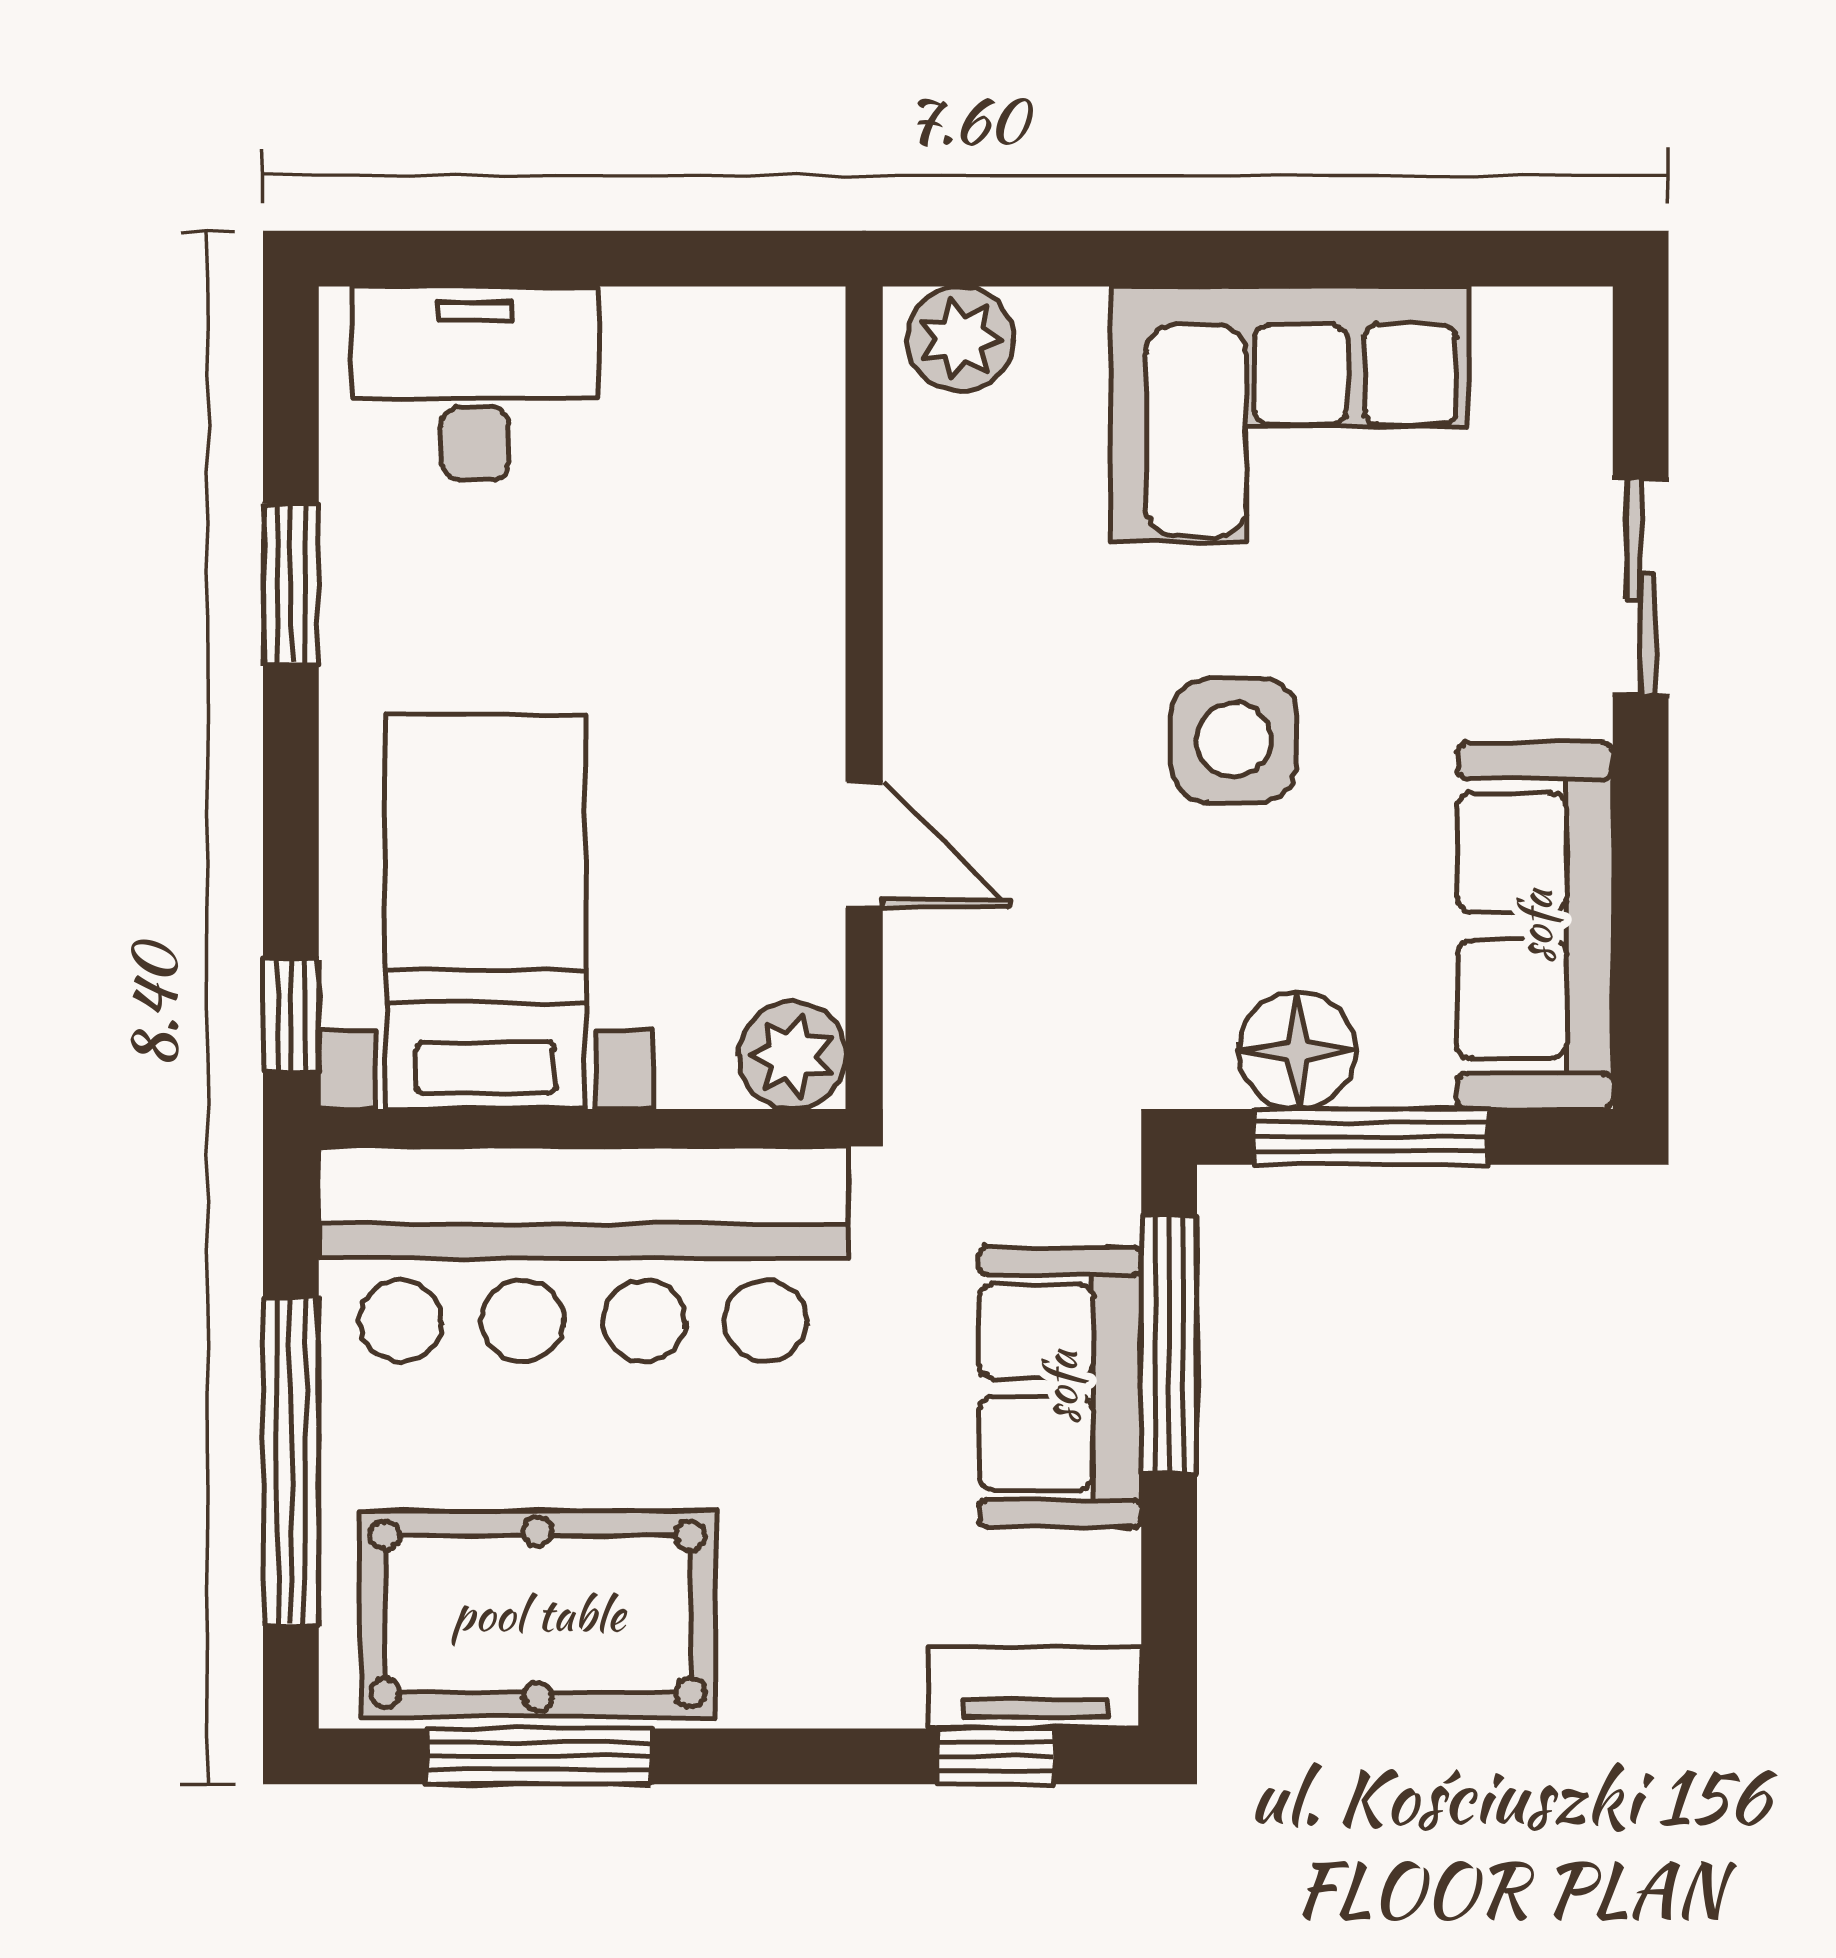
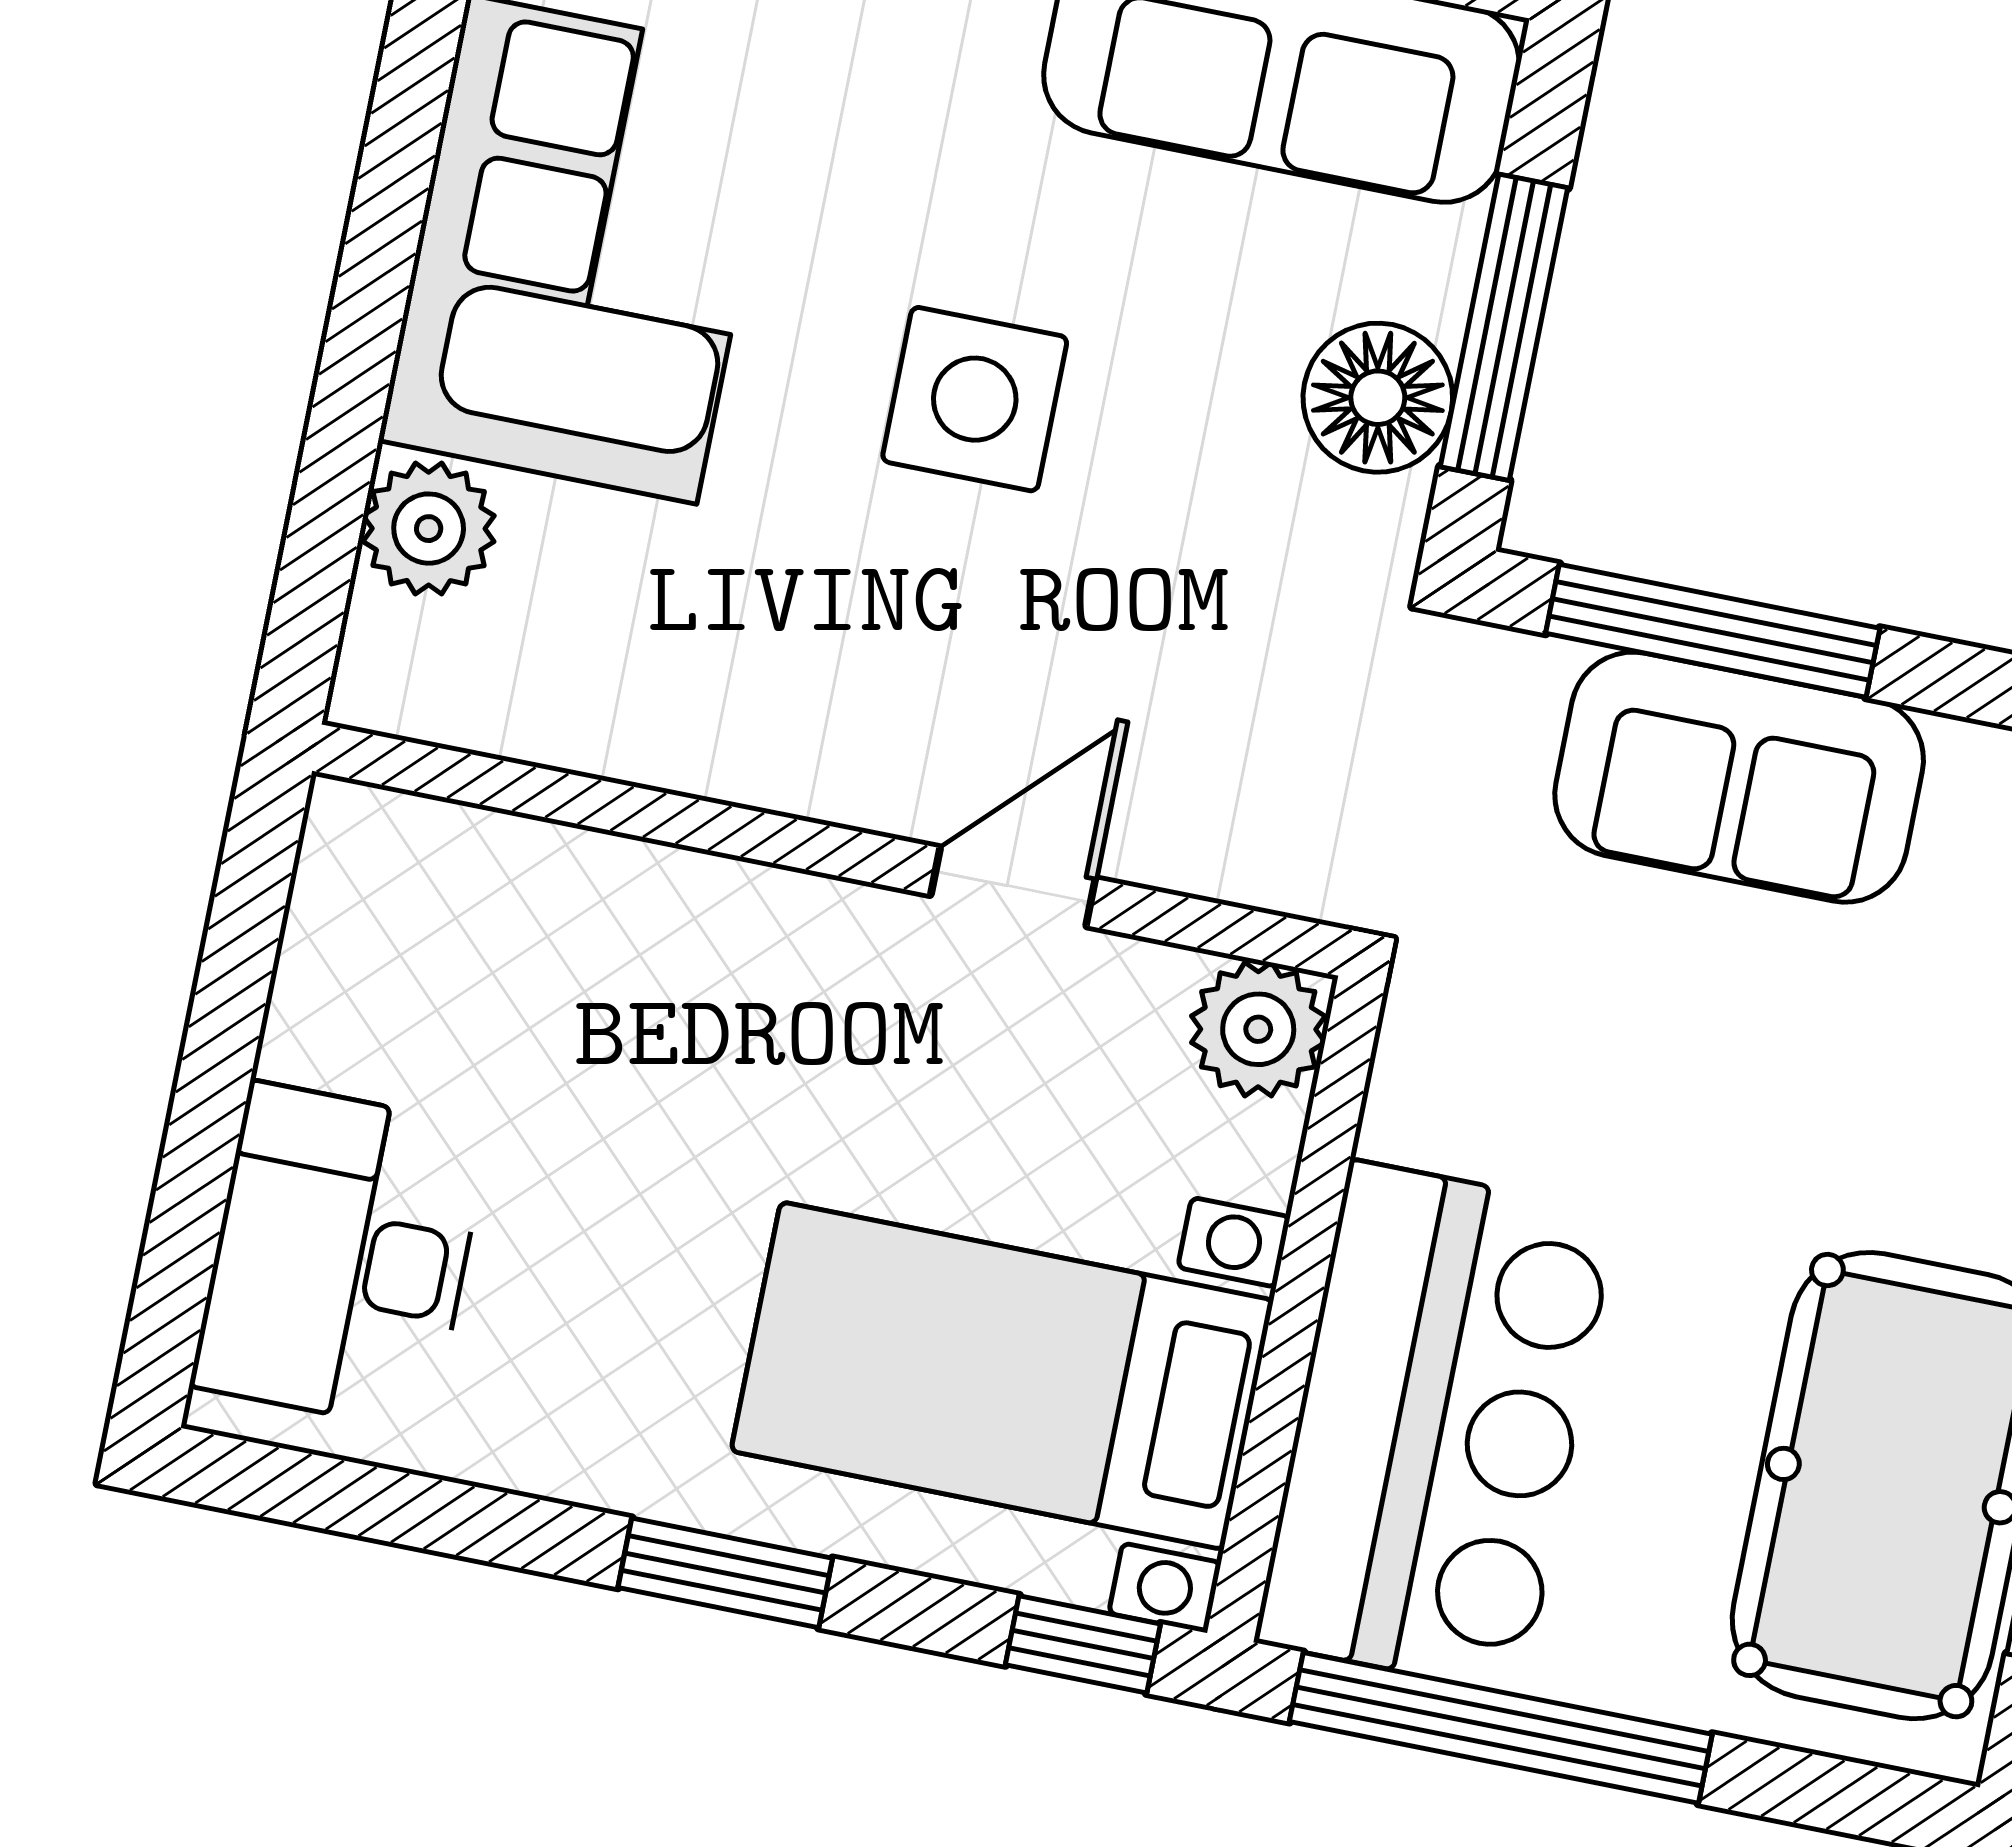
plant: (960, 339) -> (429, 529), moved
window: (291, 585) -> (725, 1573), moved
bar counter: (583, 1254) -> (1436, 1427), width x0.73
window: (291, 1461) -> (1501, 1728), moved

